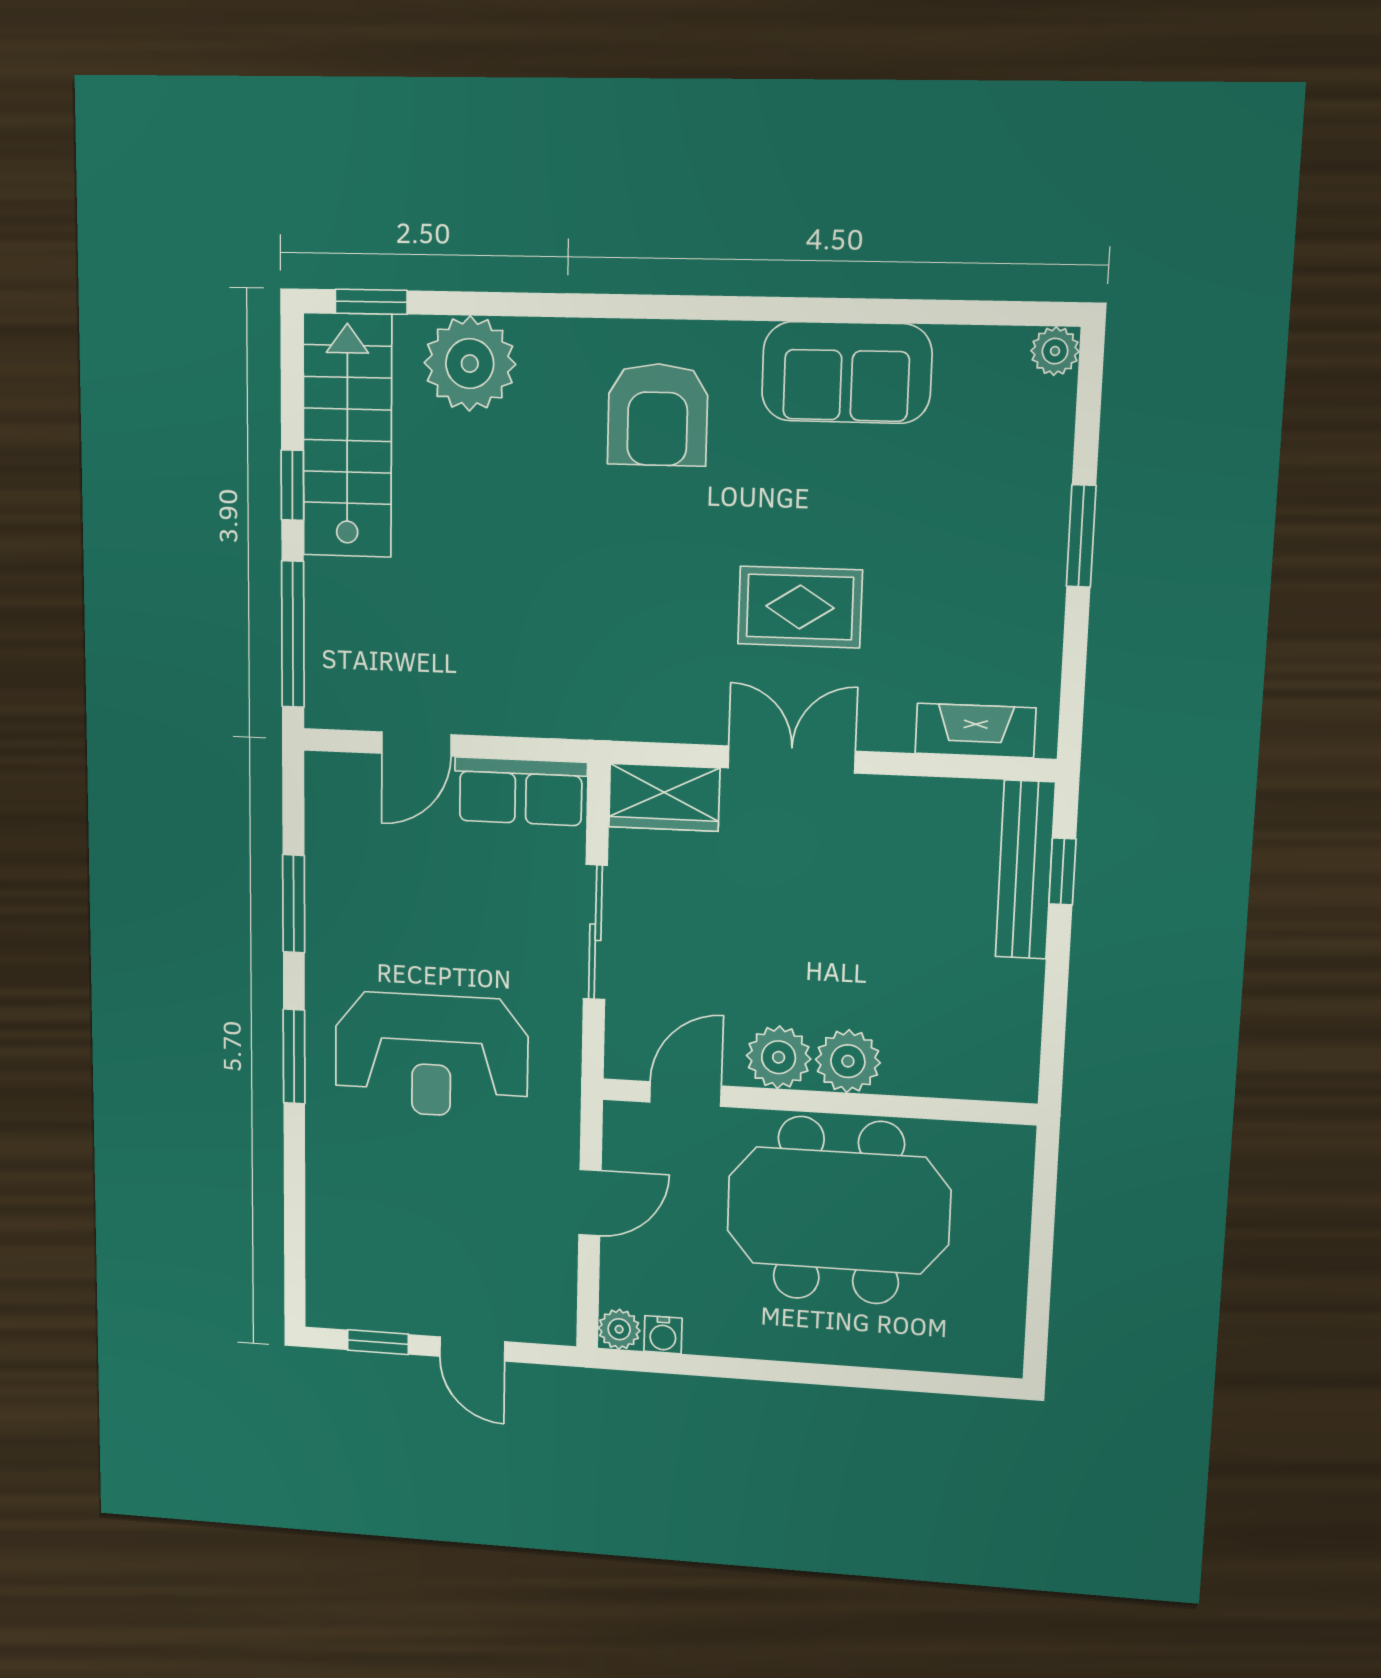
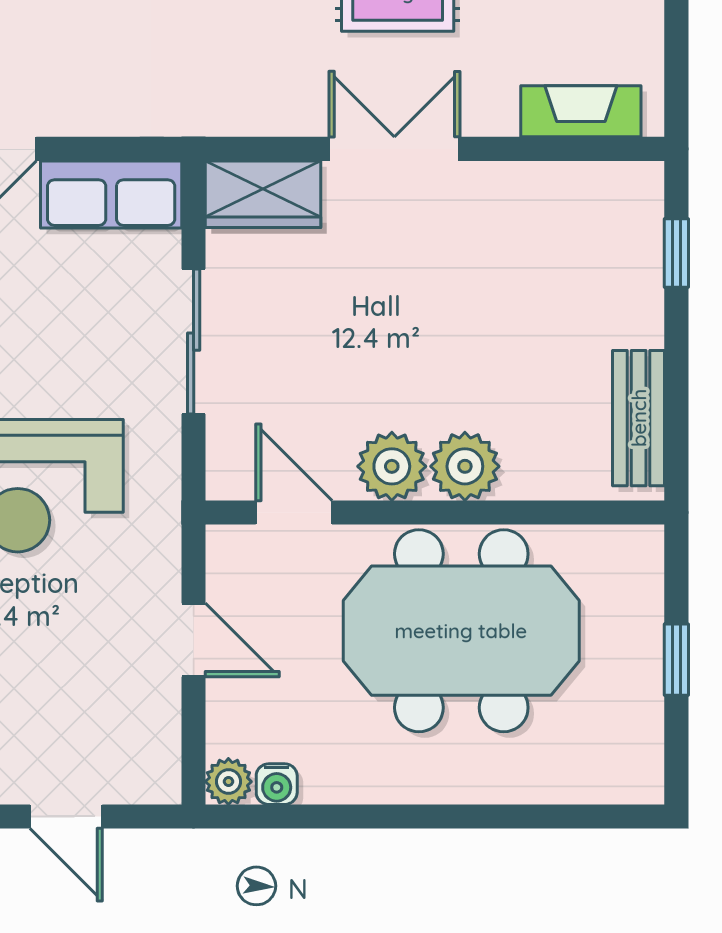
bench: (1025, 870) -> (639, 418), moved, width x0.73
door: (685, 1094) -> (294, 512), hinge flipped
door: (590, 1203) -> (194, 640), hinge flipped
window: (1041, 1250) -> (676, 660), added

